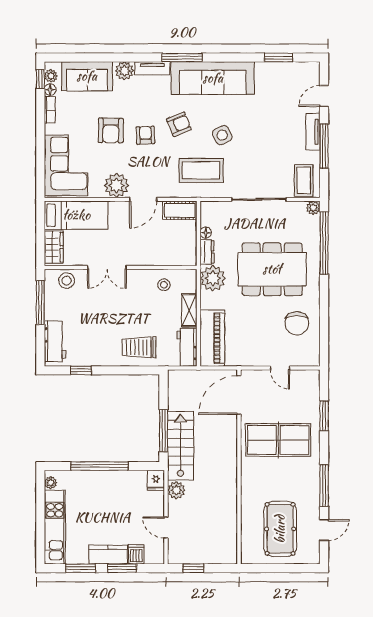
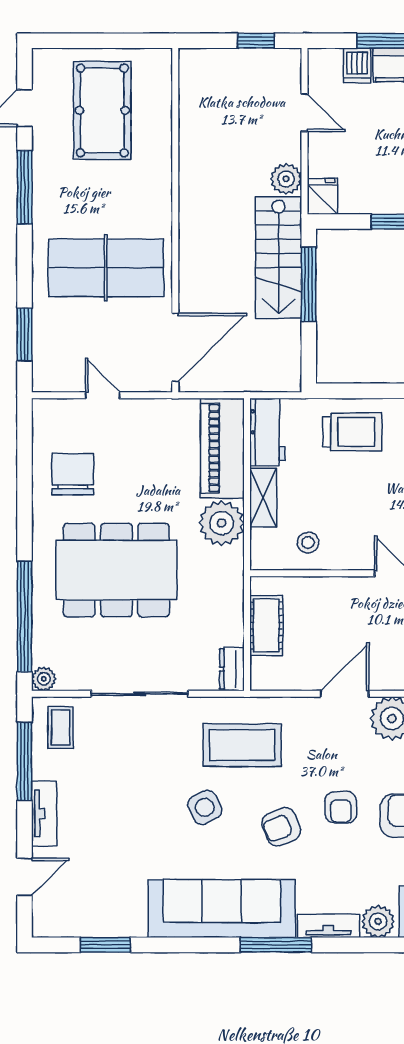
window: (324, 146) -> (25, 761), moved
coffee table: (304, 180) -> (61, 728), width x0.73, depth x0.77
cot: (180, 210) -> (266, 626), moved, turned 90
floor lamp: (206, 233) -> (234, 635), removed
dresser: (207, 252) -> (232, 669), moved
plant: (213, 278) -> (222, 523), moved
window: (324, 416) -> (25, 334), moved

